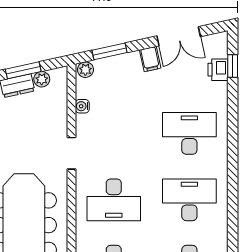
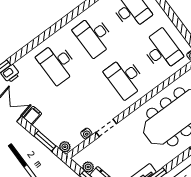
doorway: (72, 153) -> (106, 128), moved
desk: (114, 200) -> (125, 78), turned 180

